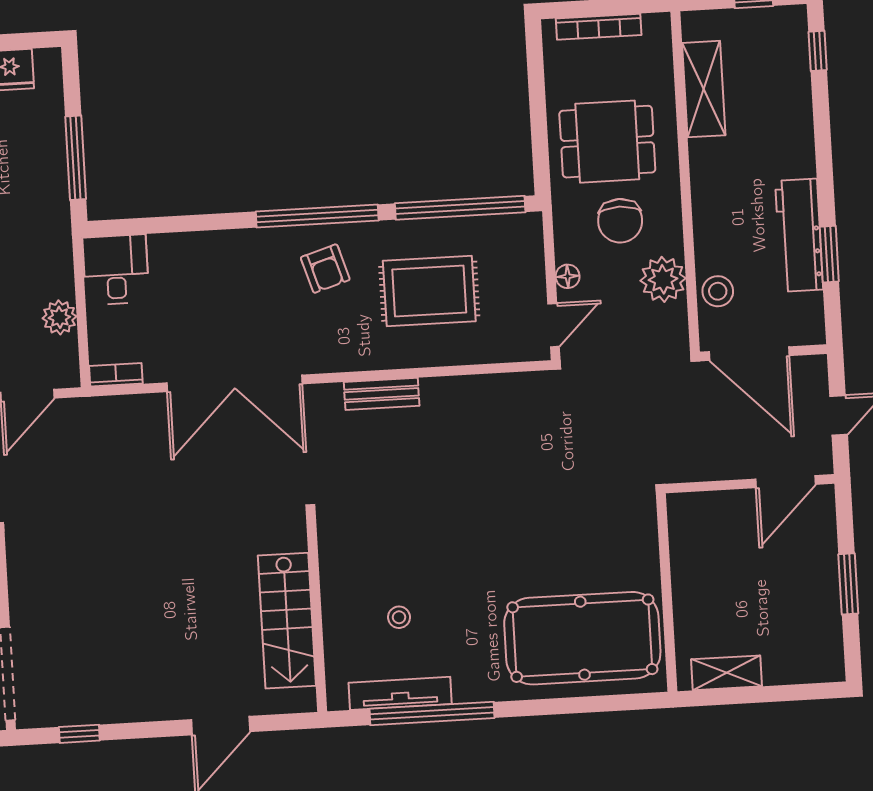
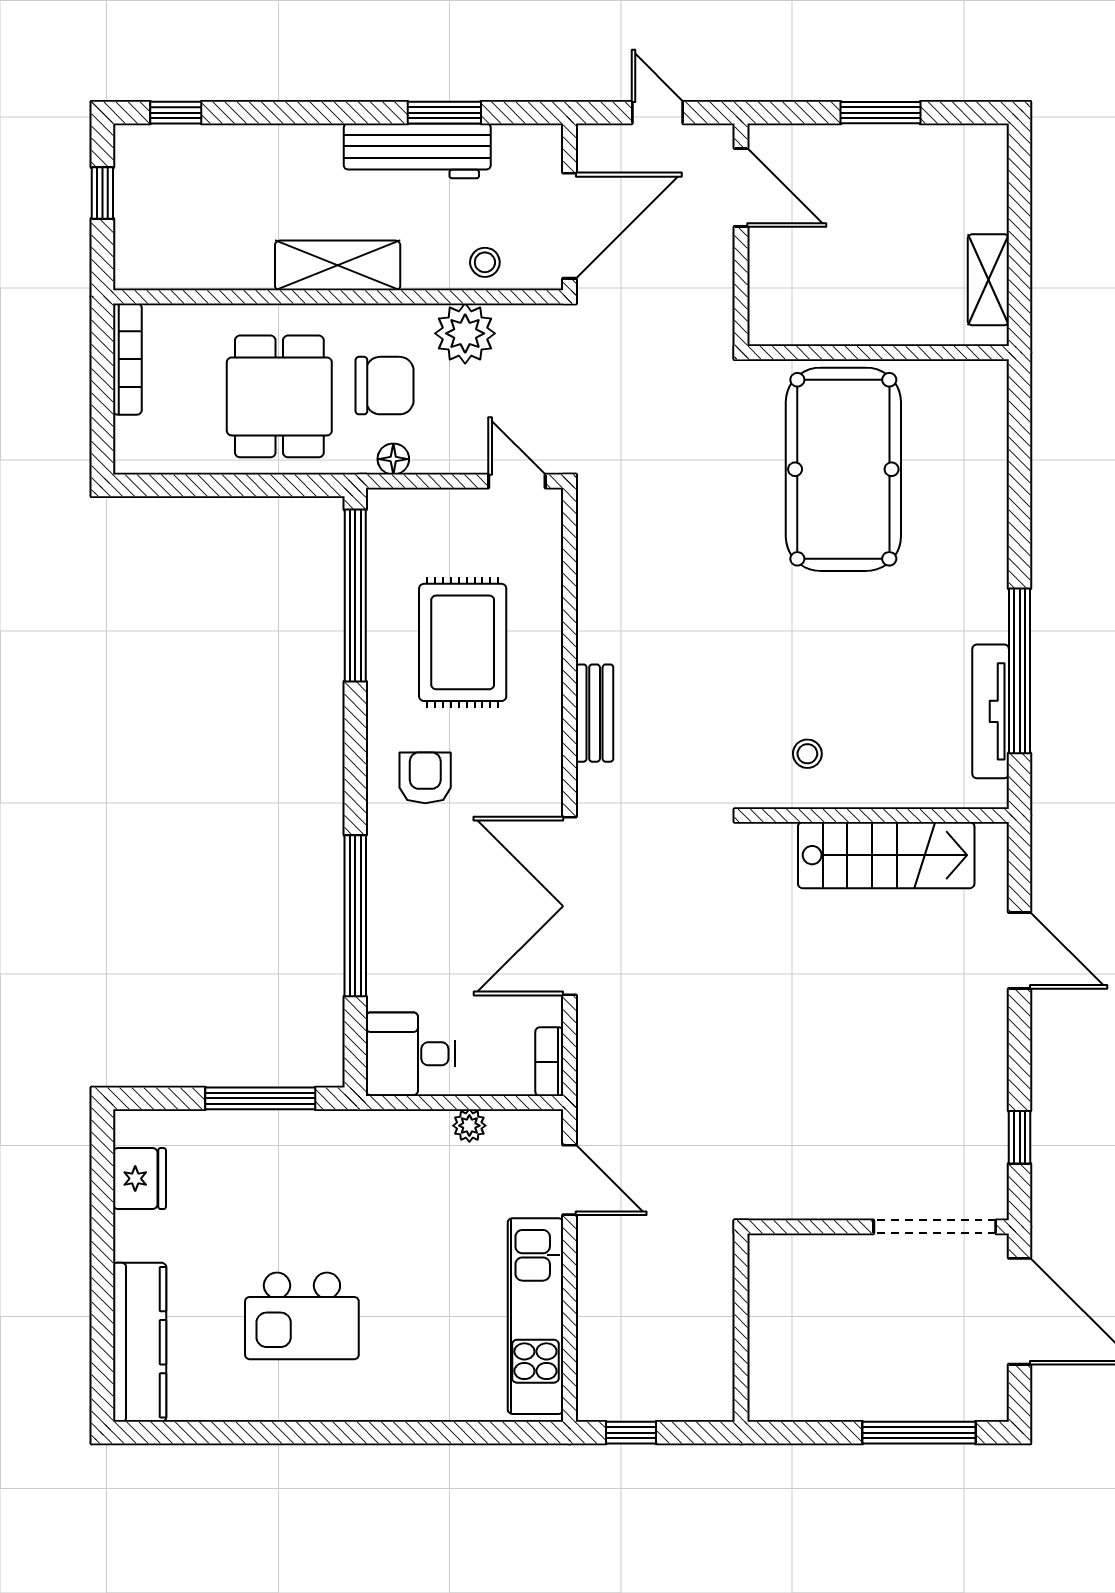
bookcase: (599, 27) -> (127, 359), moved
shelving: (704, 89) -> (338, 265), moved
window: (317, 216) -> (355, 916), moved
armchair: (325, 269) -> (425, 778), turned -73
floor lamp: (568, 276) -> (393, 459), moved
stool: (718, 291) -> (485, 262), width x0.73, depth x0.73
plant: (59, 317) -> (469, 1126), width x0.73, depth x0.73
double door: (234, 383) -> (570, 906), swing flipped
stool: (399, 617) -> (807, 754), moved
pool table: (582, 638) -> (843, 469), moved

